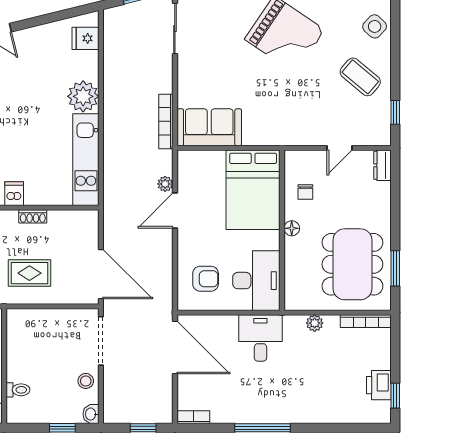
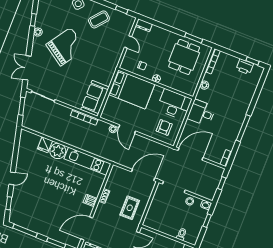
fridge: (85, 38) -> (45, 145), moved
dining table: (352, 264) -> (184, 57), width x0.73

